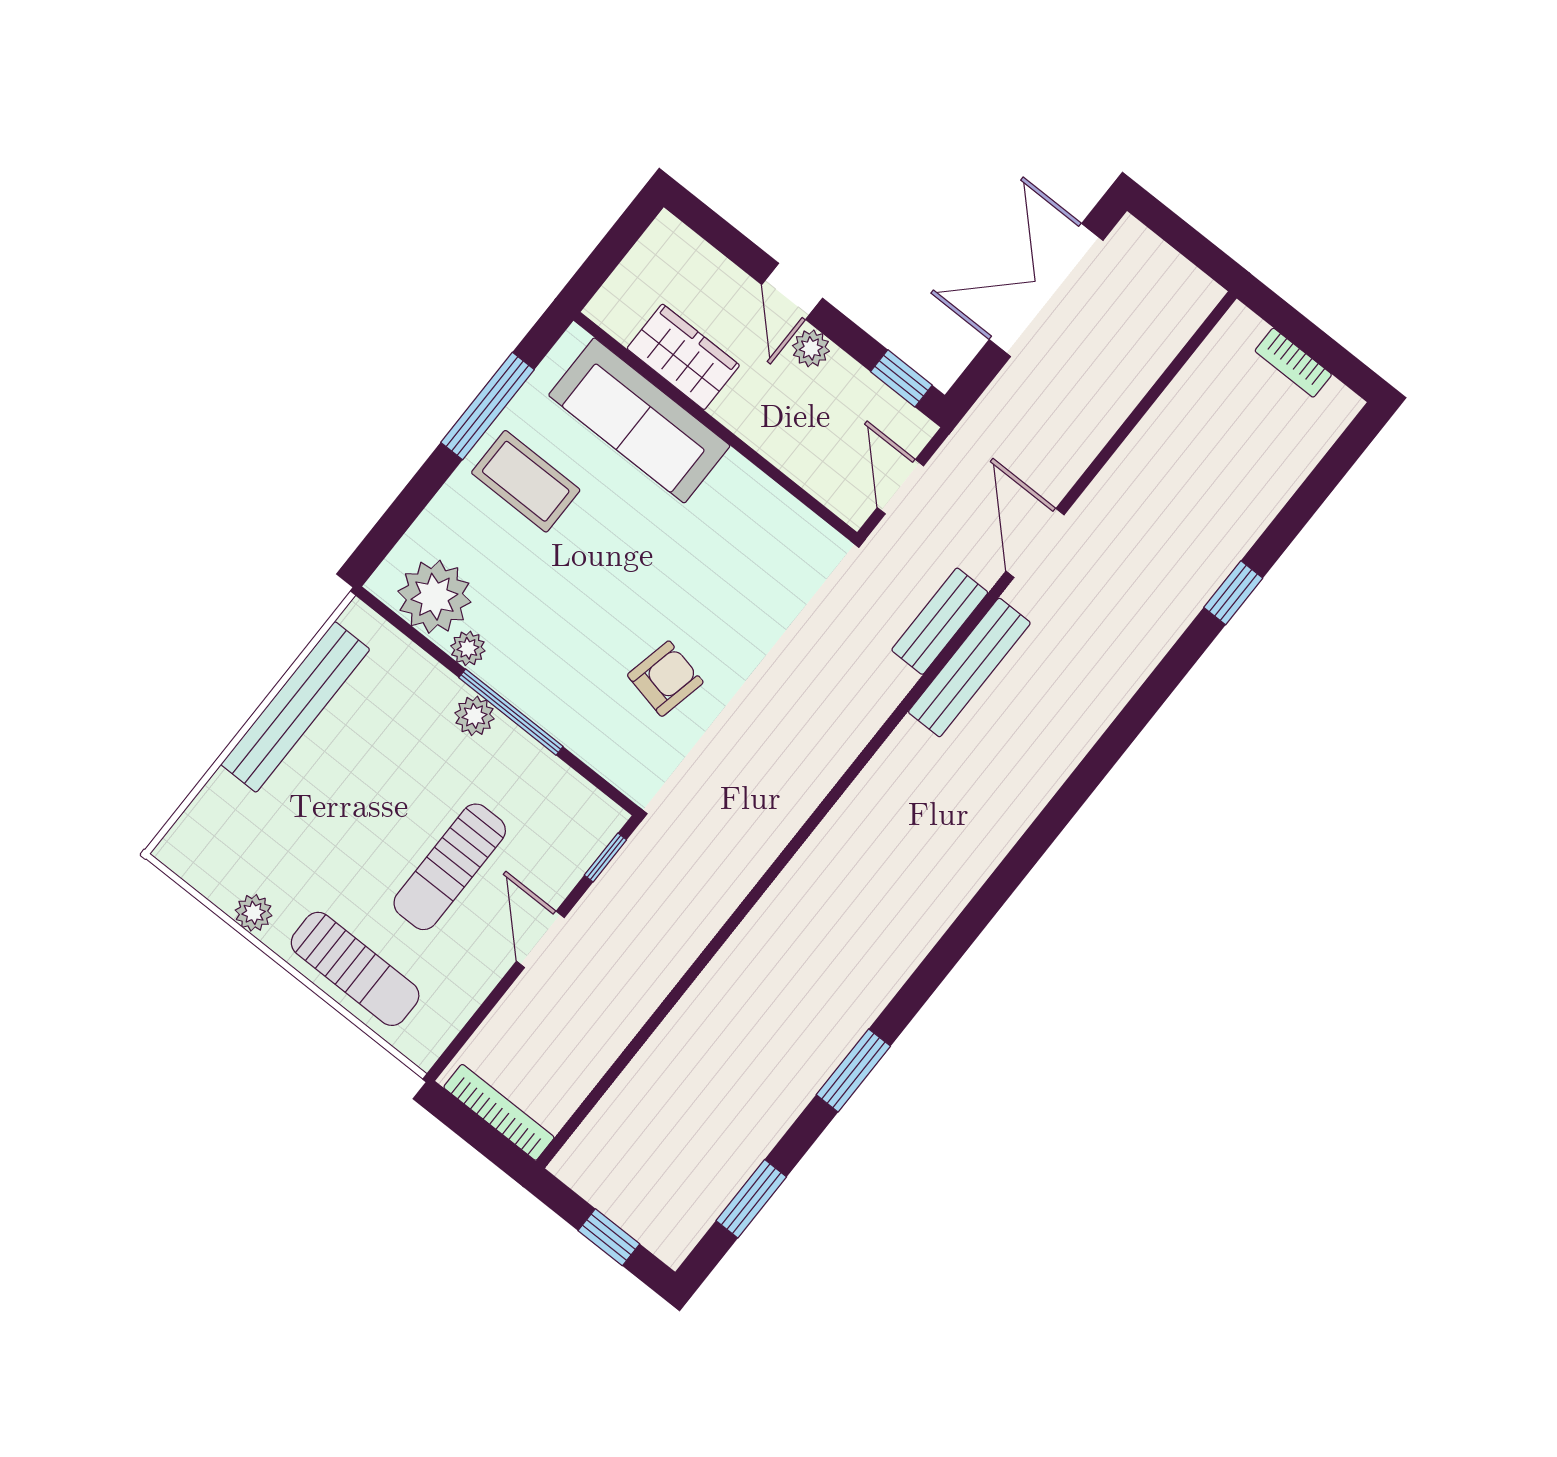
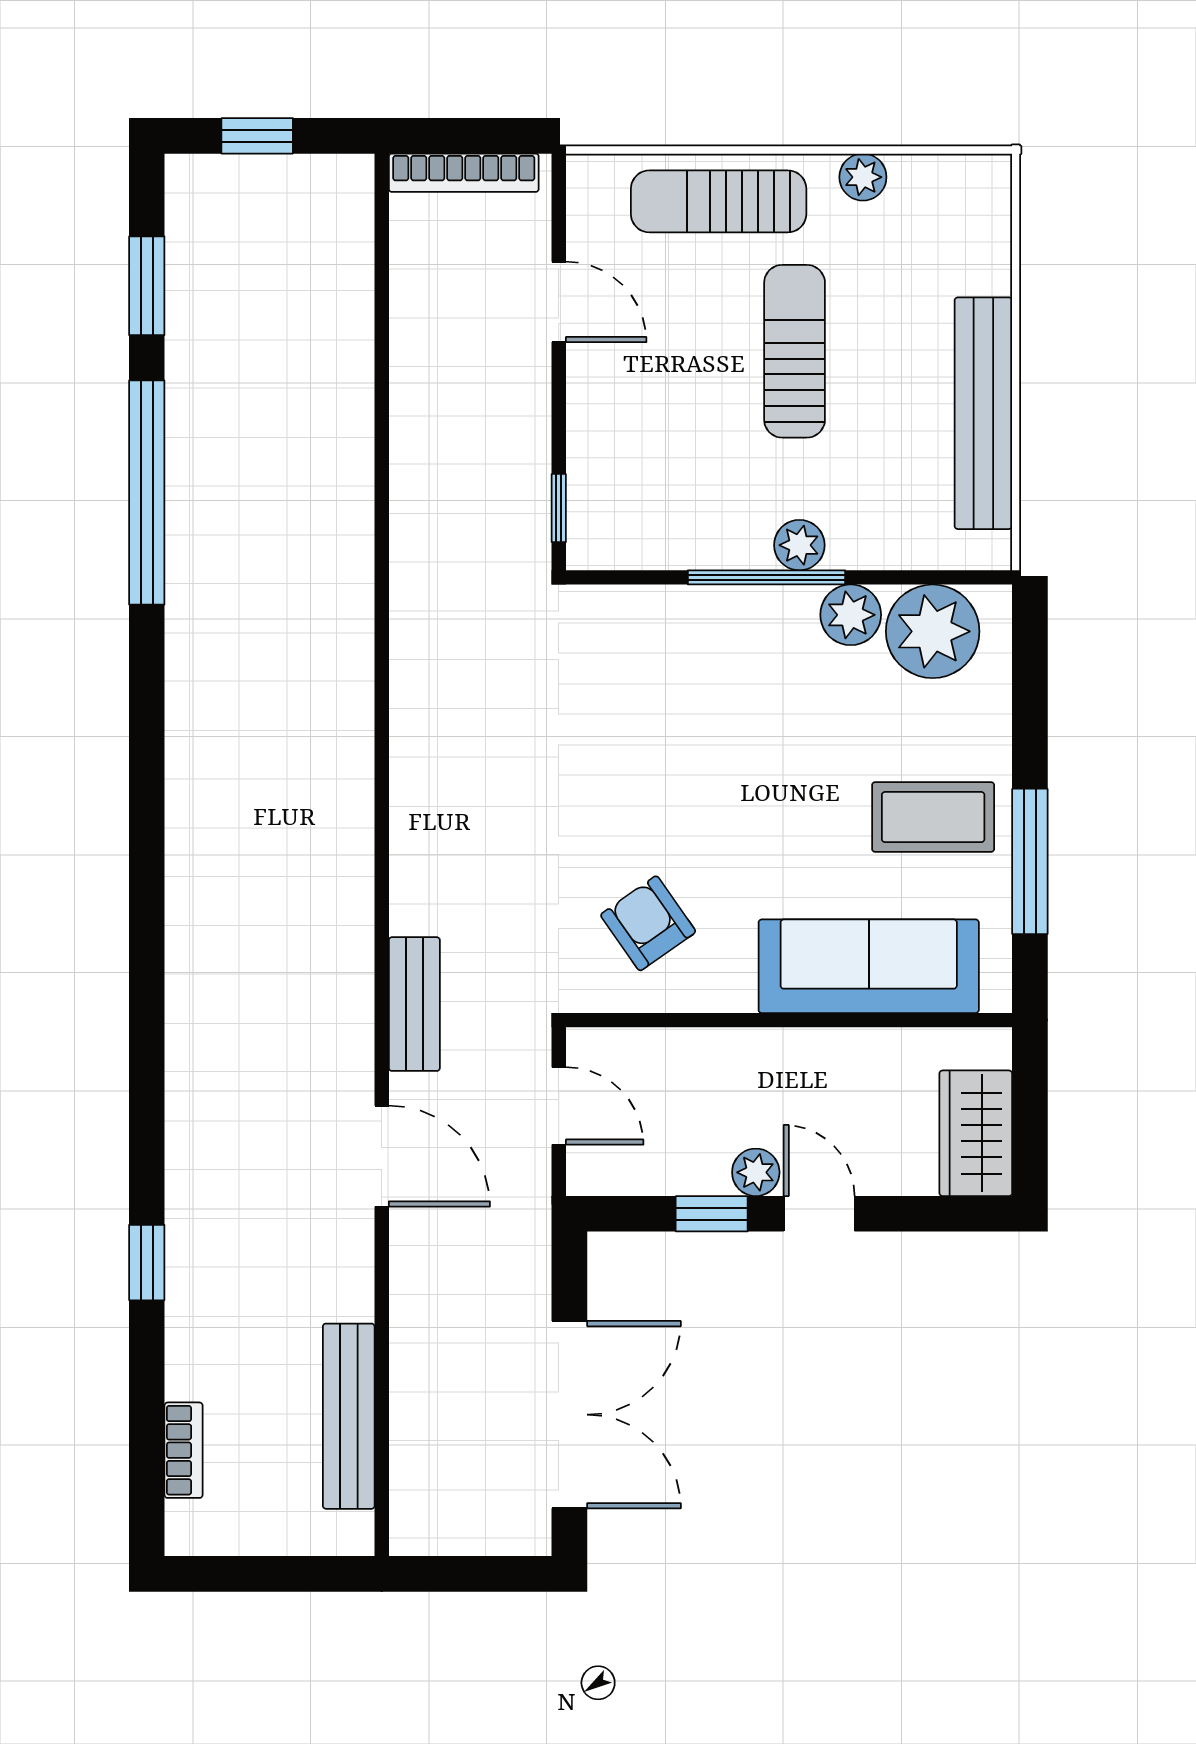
wardrobe: (683, 357) -> (976, 1133), moved, turned 90
bookcase: (1293, 363) -> (184, 1450), moved, turned 90
window: (901, 378) -> (712, 1214), moved
plant: (468, 648) -> (851, 615), width x1.38, depth x1.38
bench: (969, 667) -> (349, 1416), moved
armchair: (665, 679) -> (648, 923), moved, turned 133
sun lounger: (450, 867) -> (795, 351), moved
door: (540, 939) -> (559, 302), moved
window: (853, 1070) -> (147, 492), width x2.11

